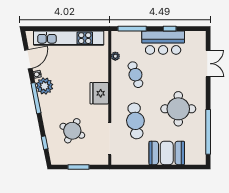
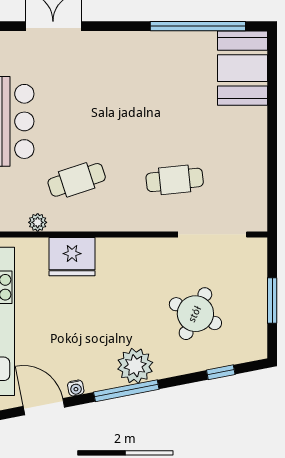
plant: (45, 86) -> (135, 366), moved
fridge: (99, 93) -> (72, 257), moved
round table: (178, 109) -> (149, 89), removed
cafe table: (135, 121) -> (175, 180), width x0.73, depth x0.74
booth: (167, 153) -> (243, 68), moved

